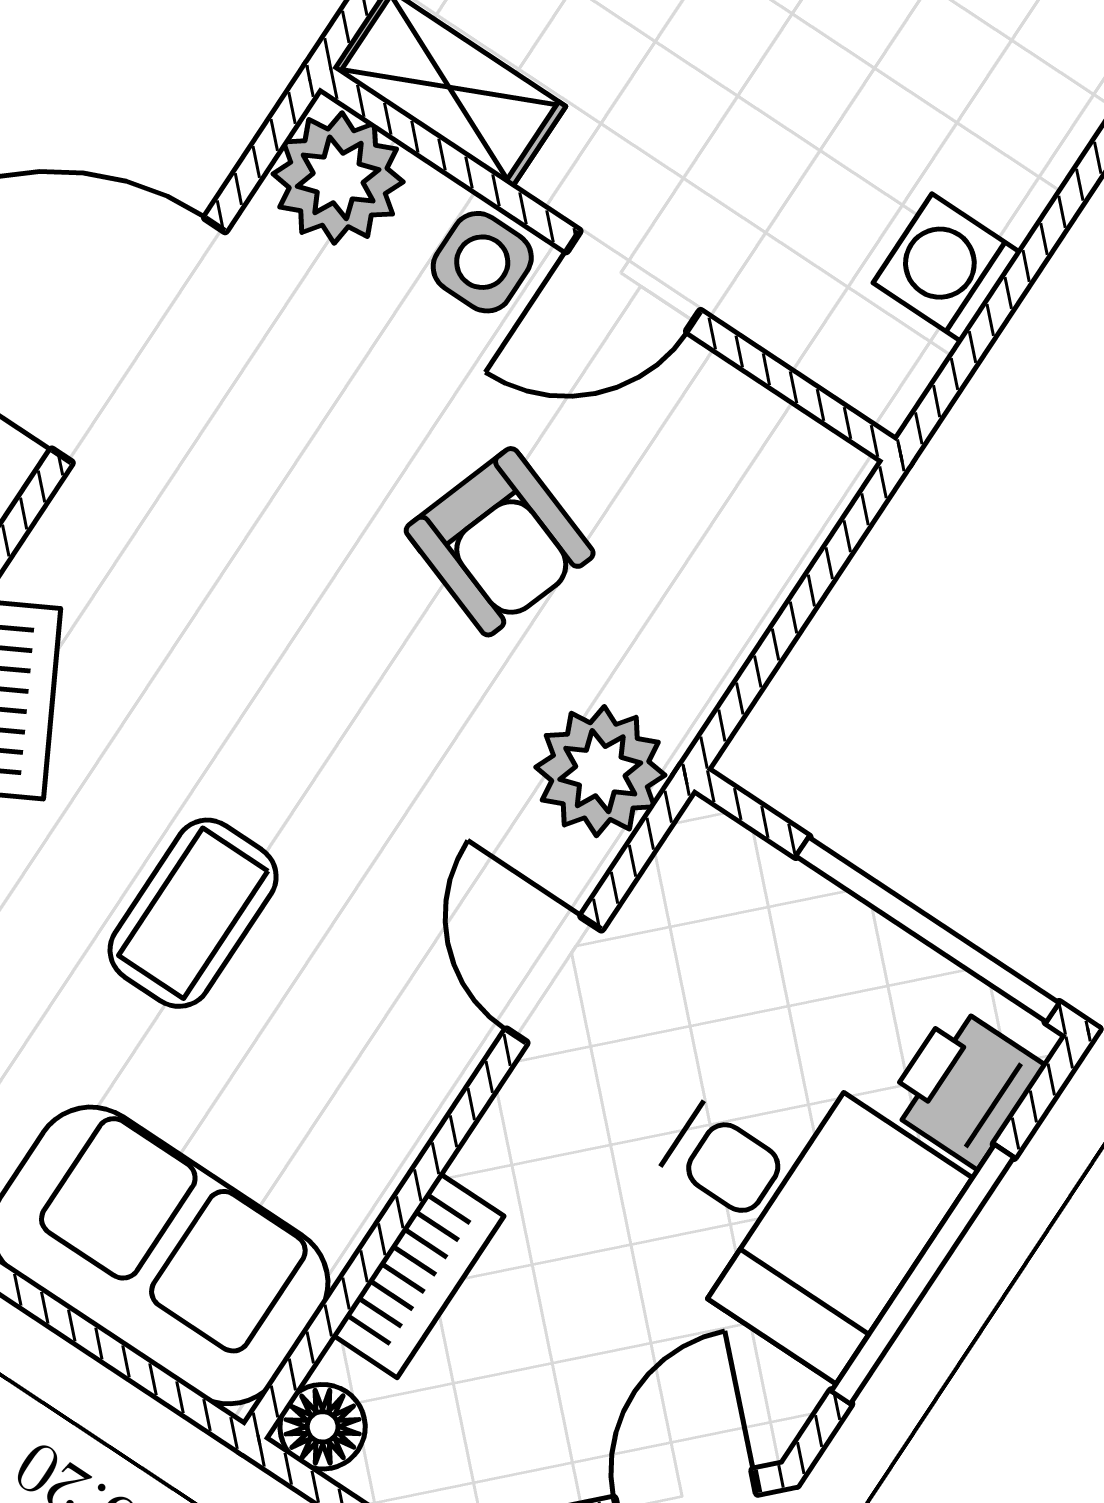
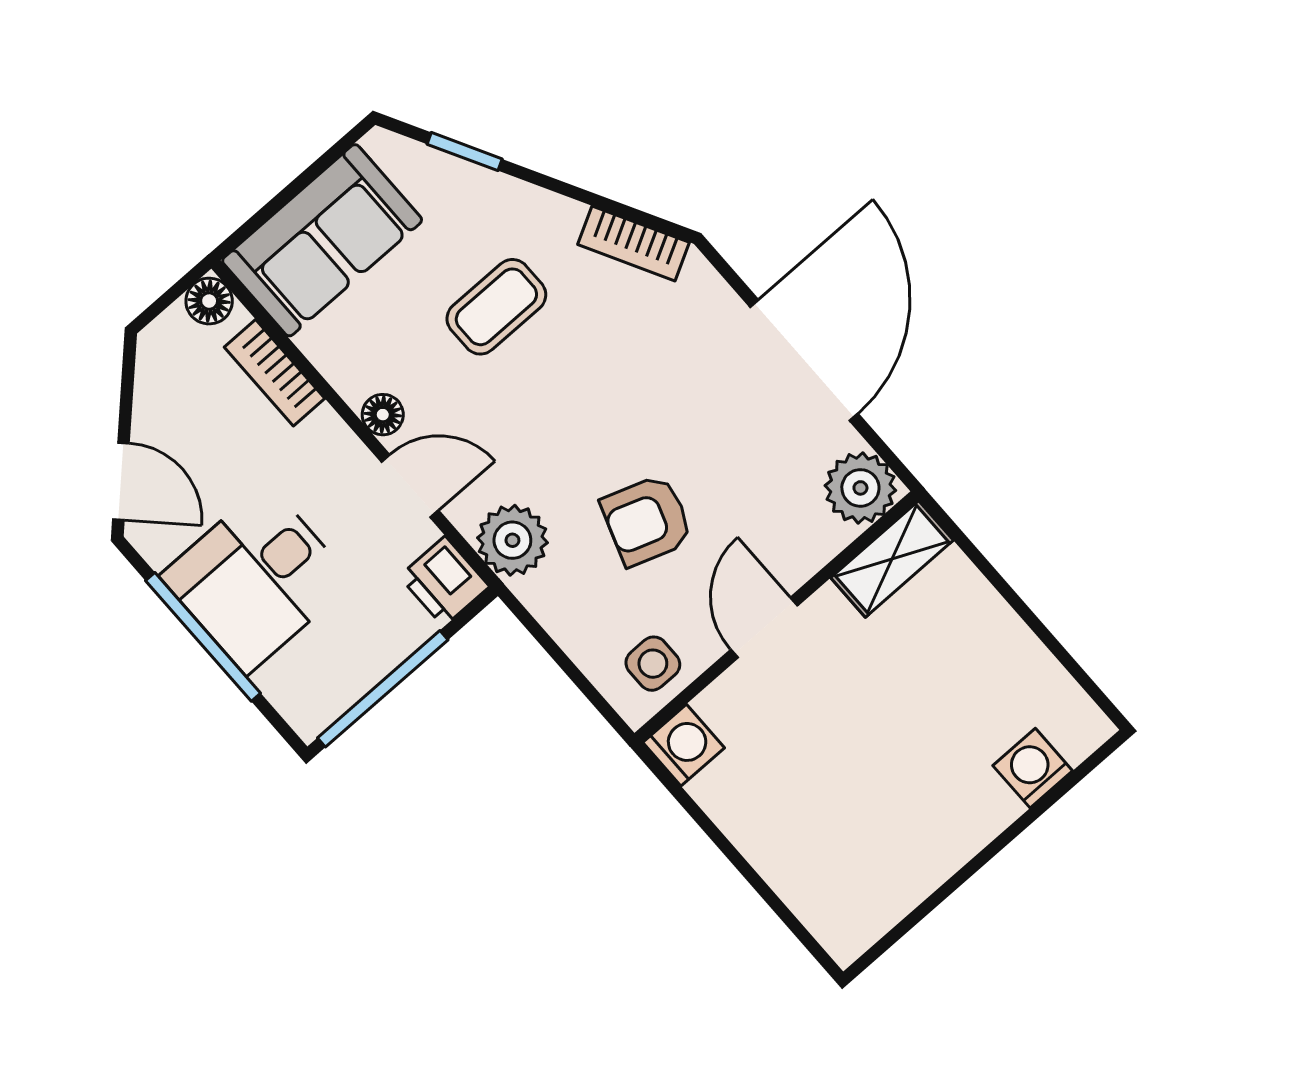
side table: (482, 262) -> (653, 664), moved
washing machine: (947, 268) -> (684, 745), moved
coffee table: (193, 913) -> (496, 307), turned 90
floor lamp: (440, 1063) -> (383, 415), added
printer: (965, 1087) -> (444, 582), moved, turned 180

